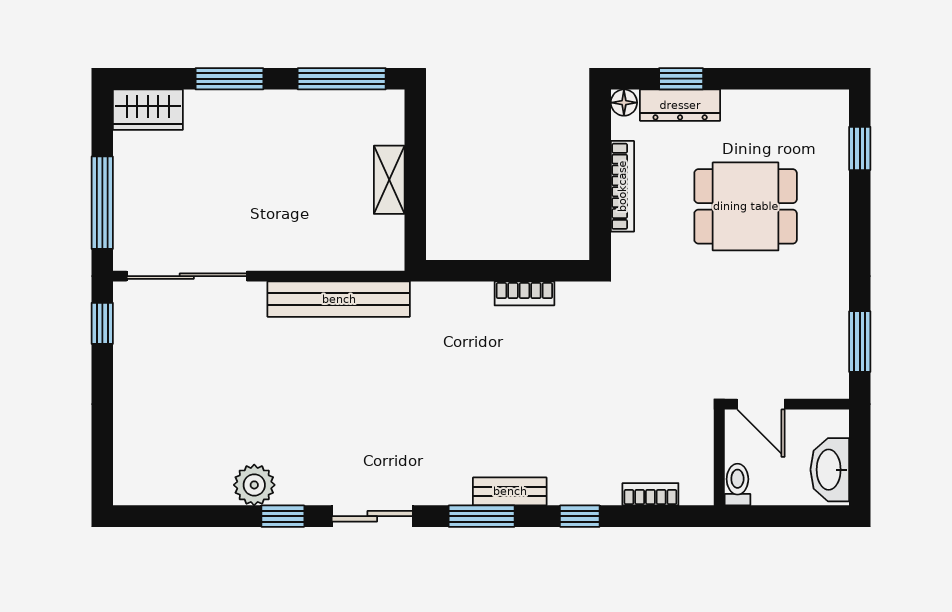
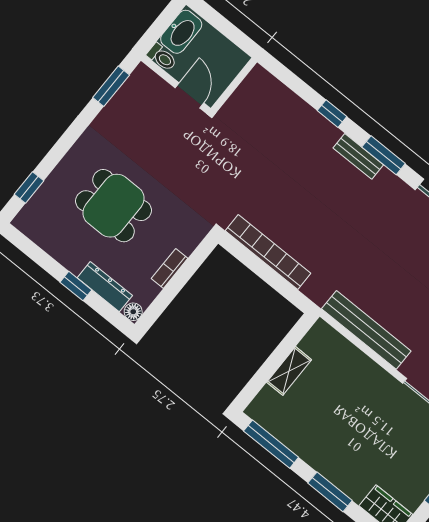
window: (681, 79) -> (76, 286), moved
bookcase: (622, 186) -> (170, 268), width x0.64
bookcase: (524, 293) -> (268, 252), width x2.31, depth x1.31
toilet: (737, 485) -> (162, 57), moved, turned -90
bookcase: (650, 494) -> (286, 95), removed

